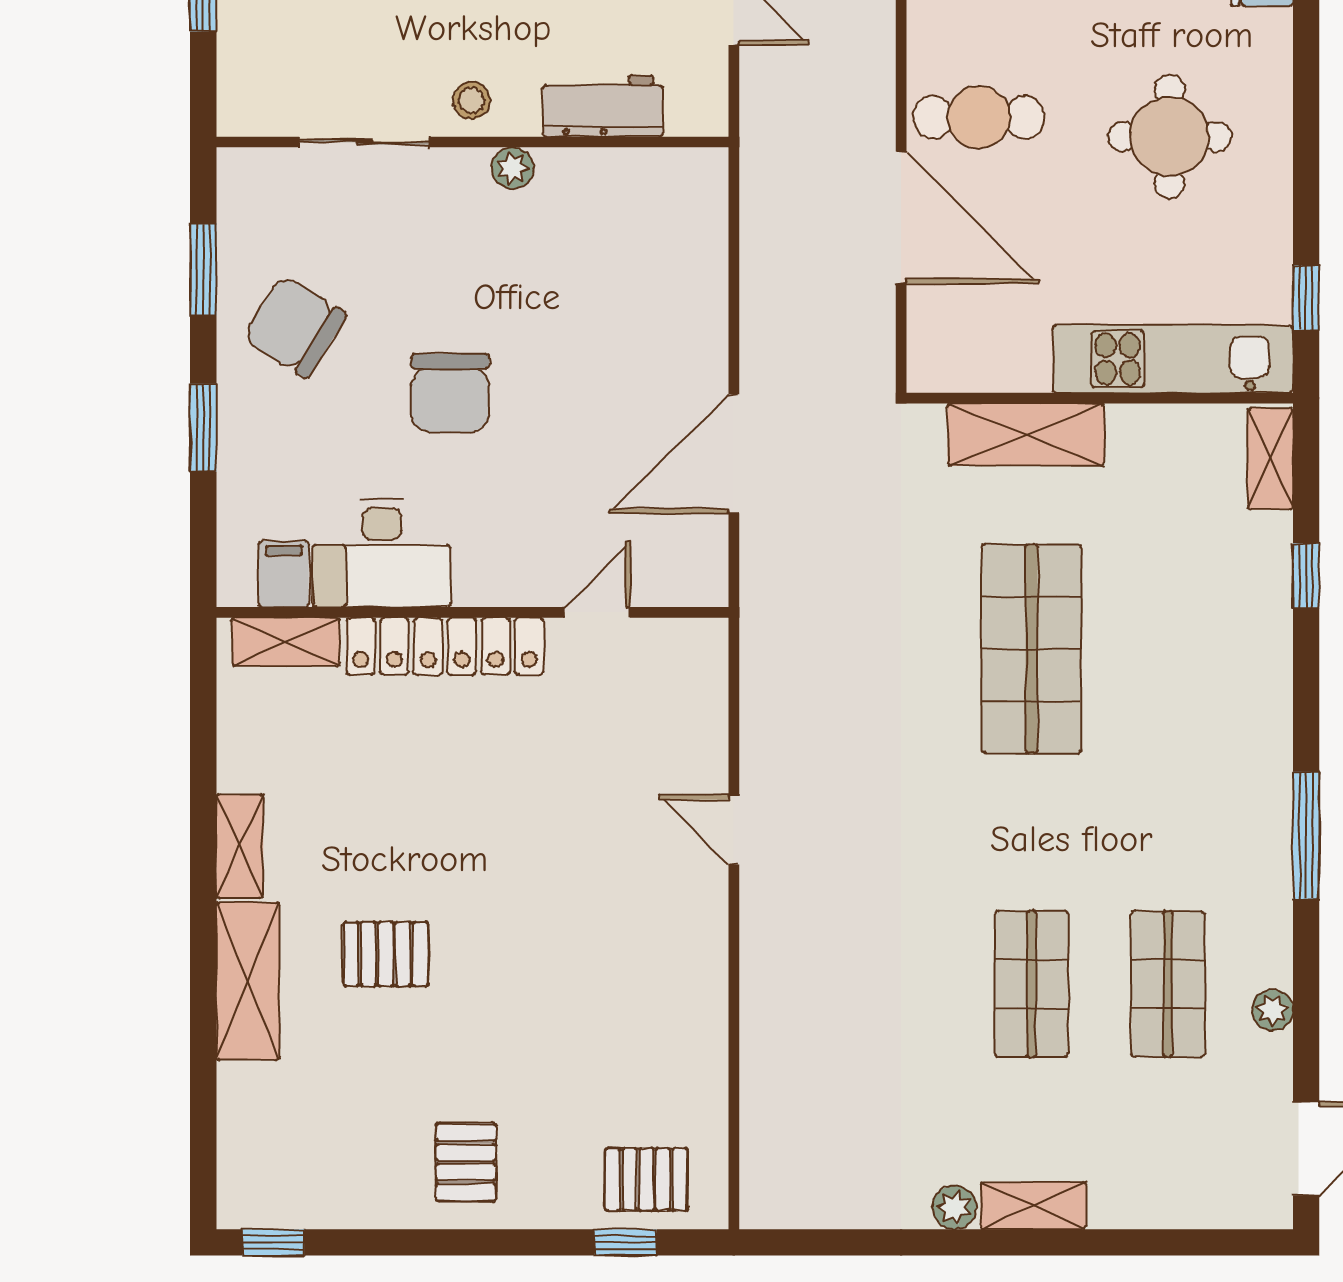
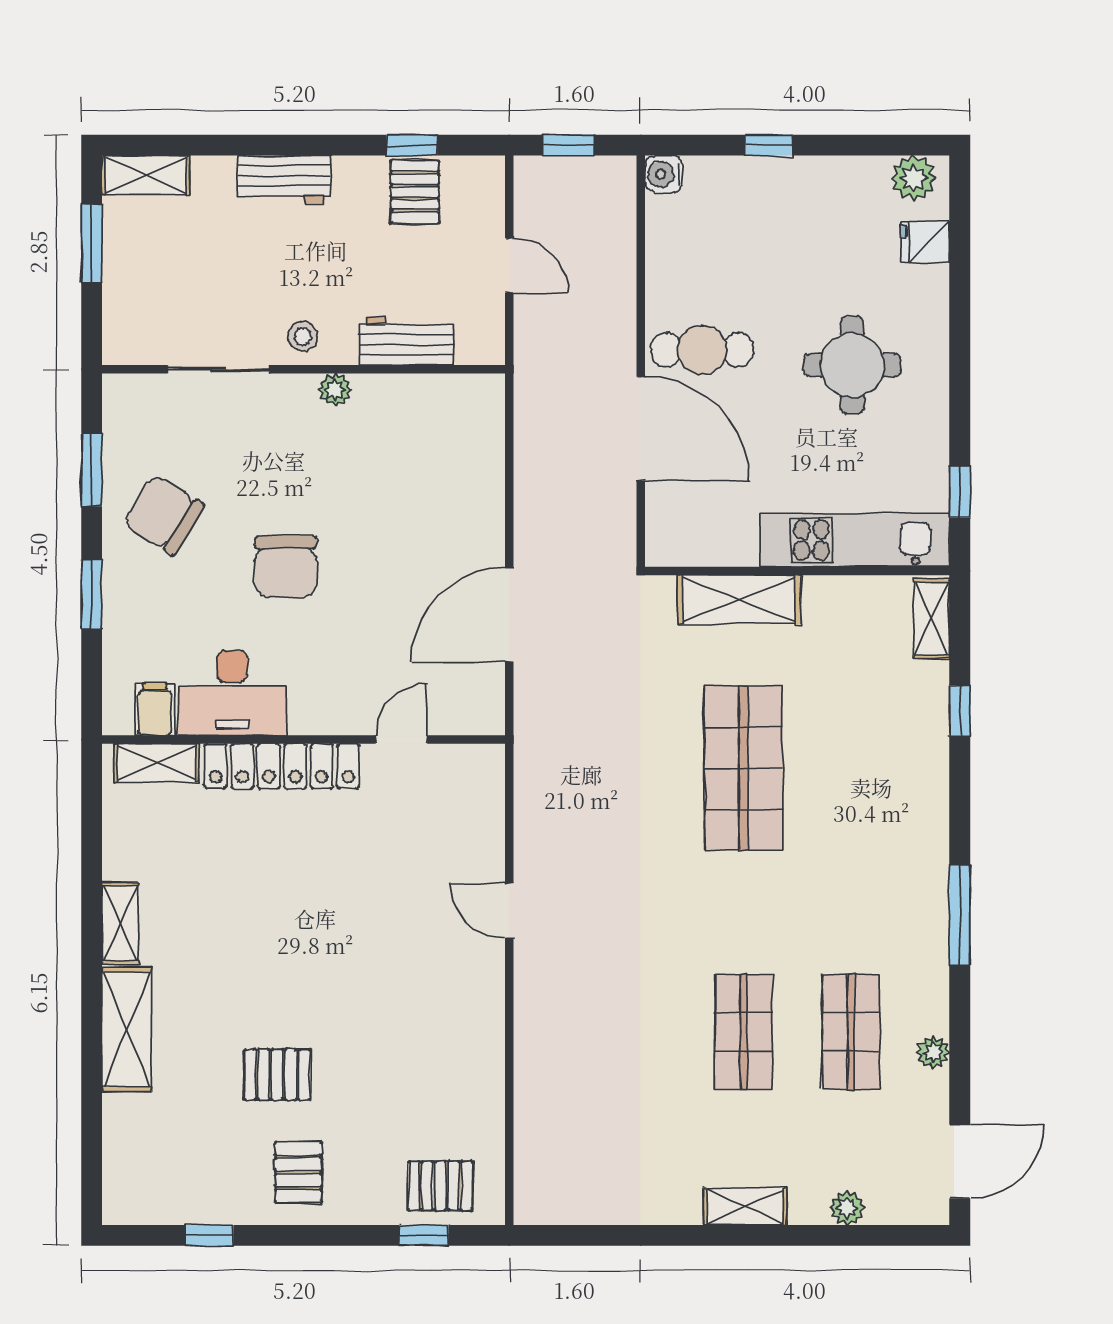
pallet: (386, 954) -> (277, 1075), moved
plant: (955, 1207) -> (847, 1208), moved
window: (273, 1242) -> (209, 1235), moved

